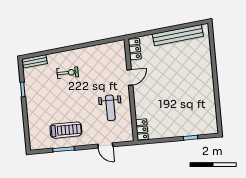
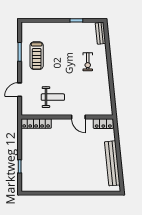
weight bench: (110, 108) -> (53, 97), turned 180
locker: (142, 129) -> (36, 123), width x1.53

